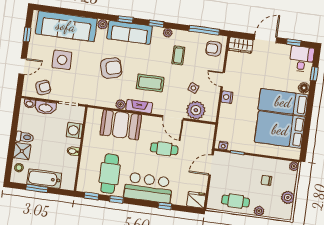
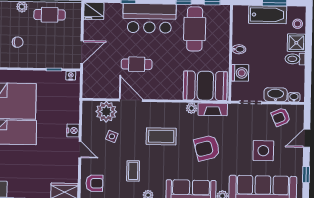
fireplace: (139, 106) -> (213, 109), moved
booth: (121, 125) -> (205, 86), moved

